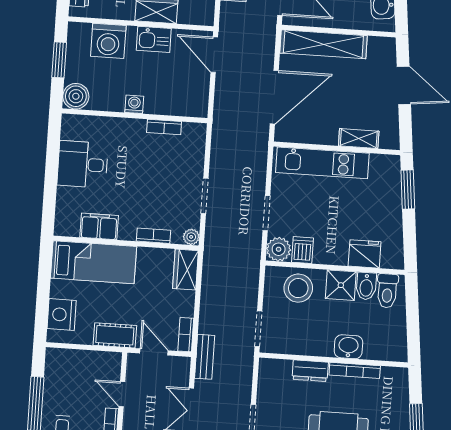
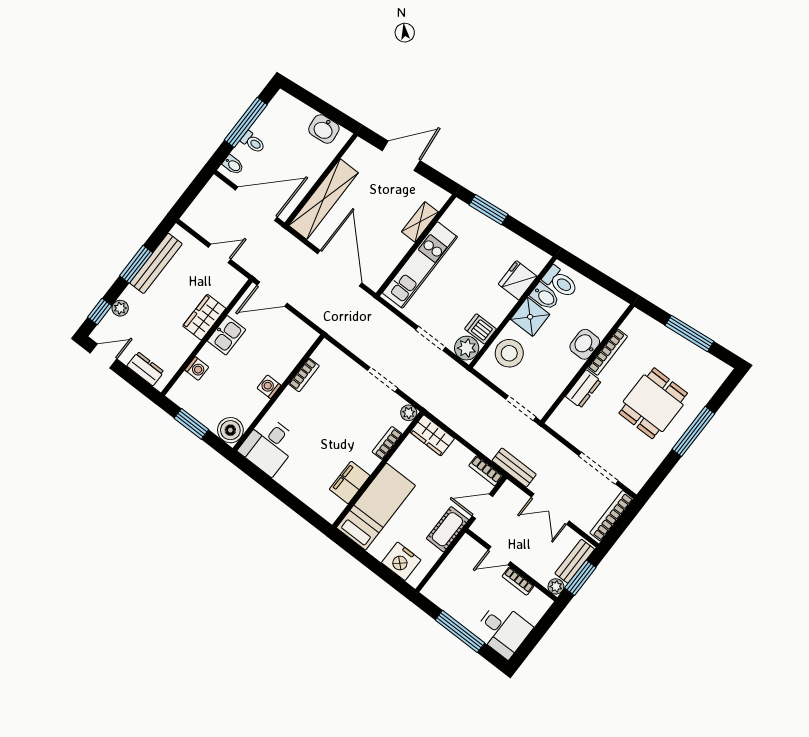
washing machine: (108, 41) -> (197, 369), width x0.53, depth x0.53
desk: (83, 164) -> (269, 446), moved

